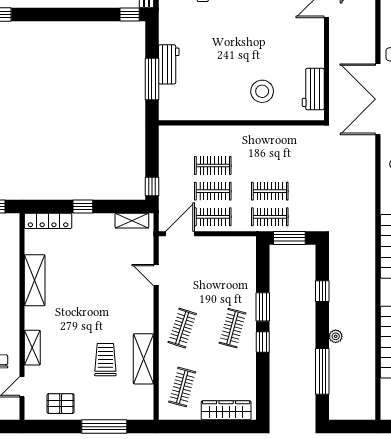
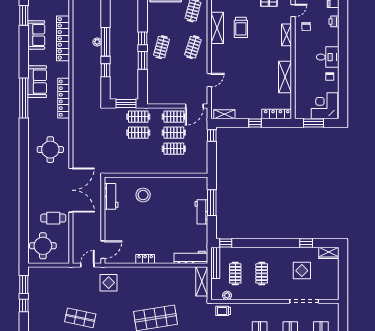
door: (156, 275) -> (209, 80), hinge flipped
window: (322, 371) -> (105, 42), moved

